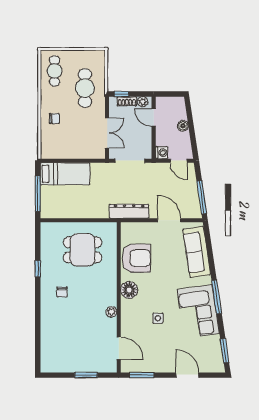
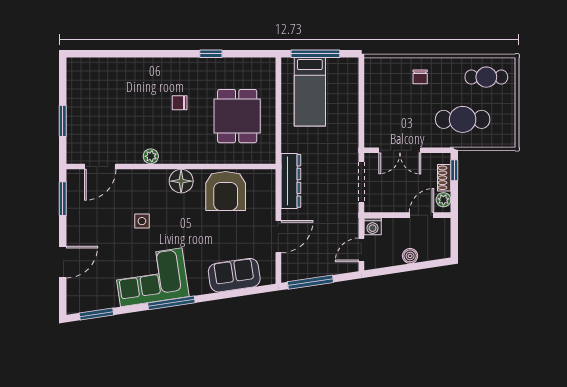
bed: (65, 174) -> (310, 92), moved
sofa: (197, 252) -> (234, 275), width x0.73
chair: (62, 292) -> (180, 103), moved

